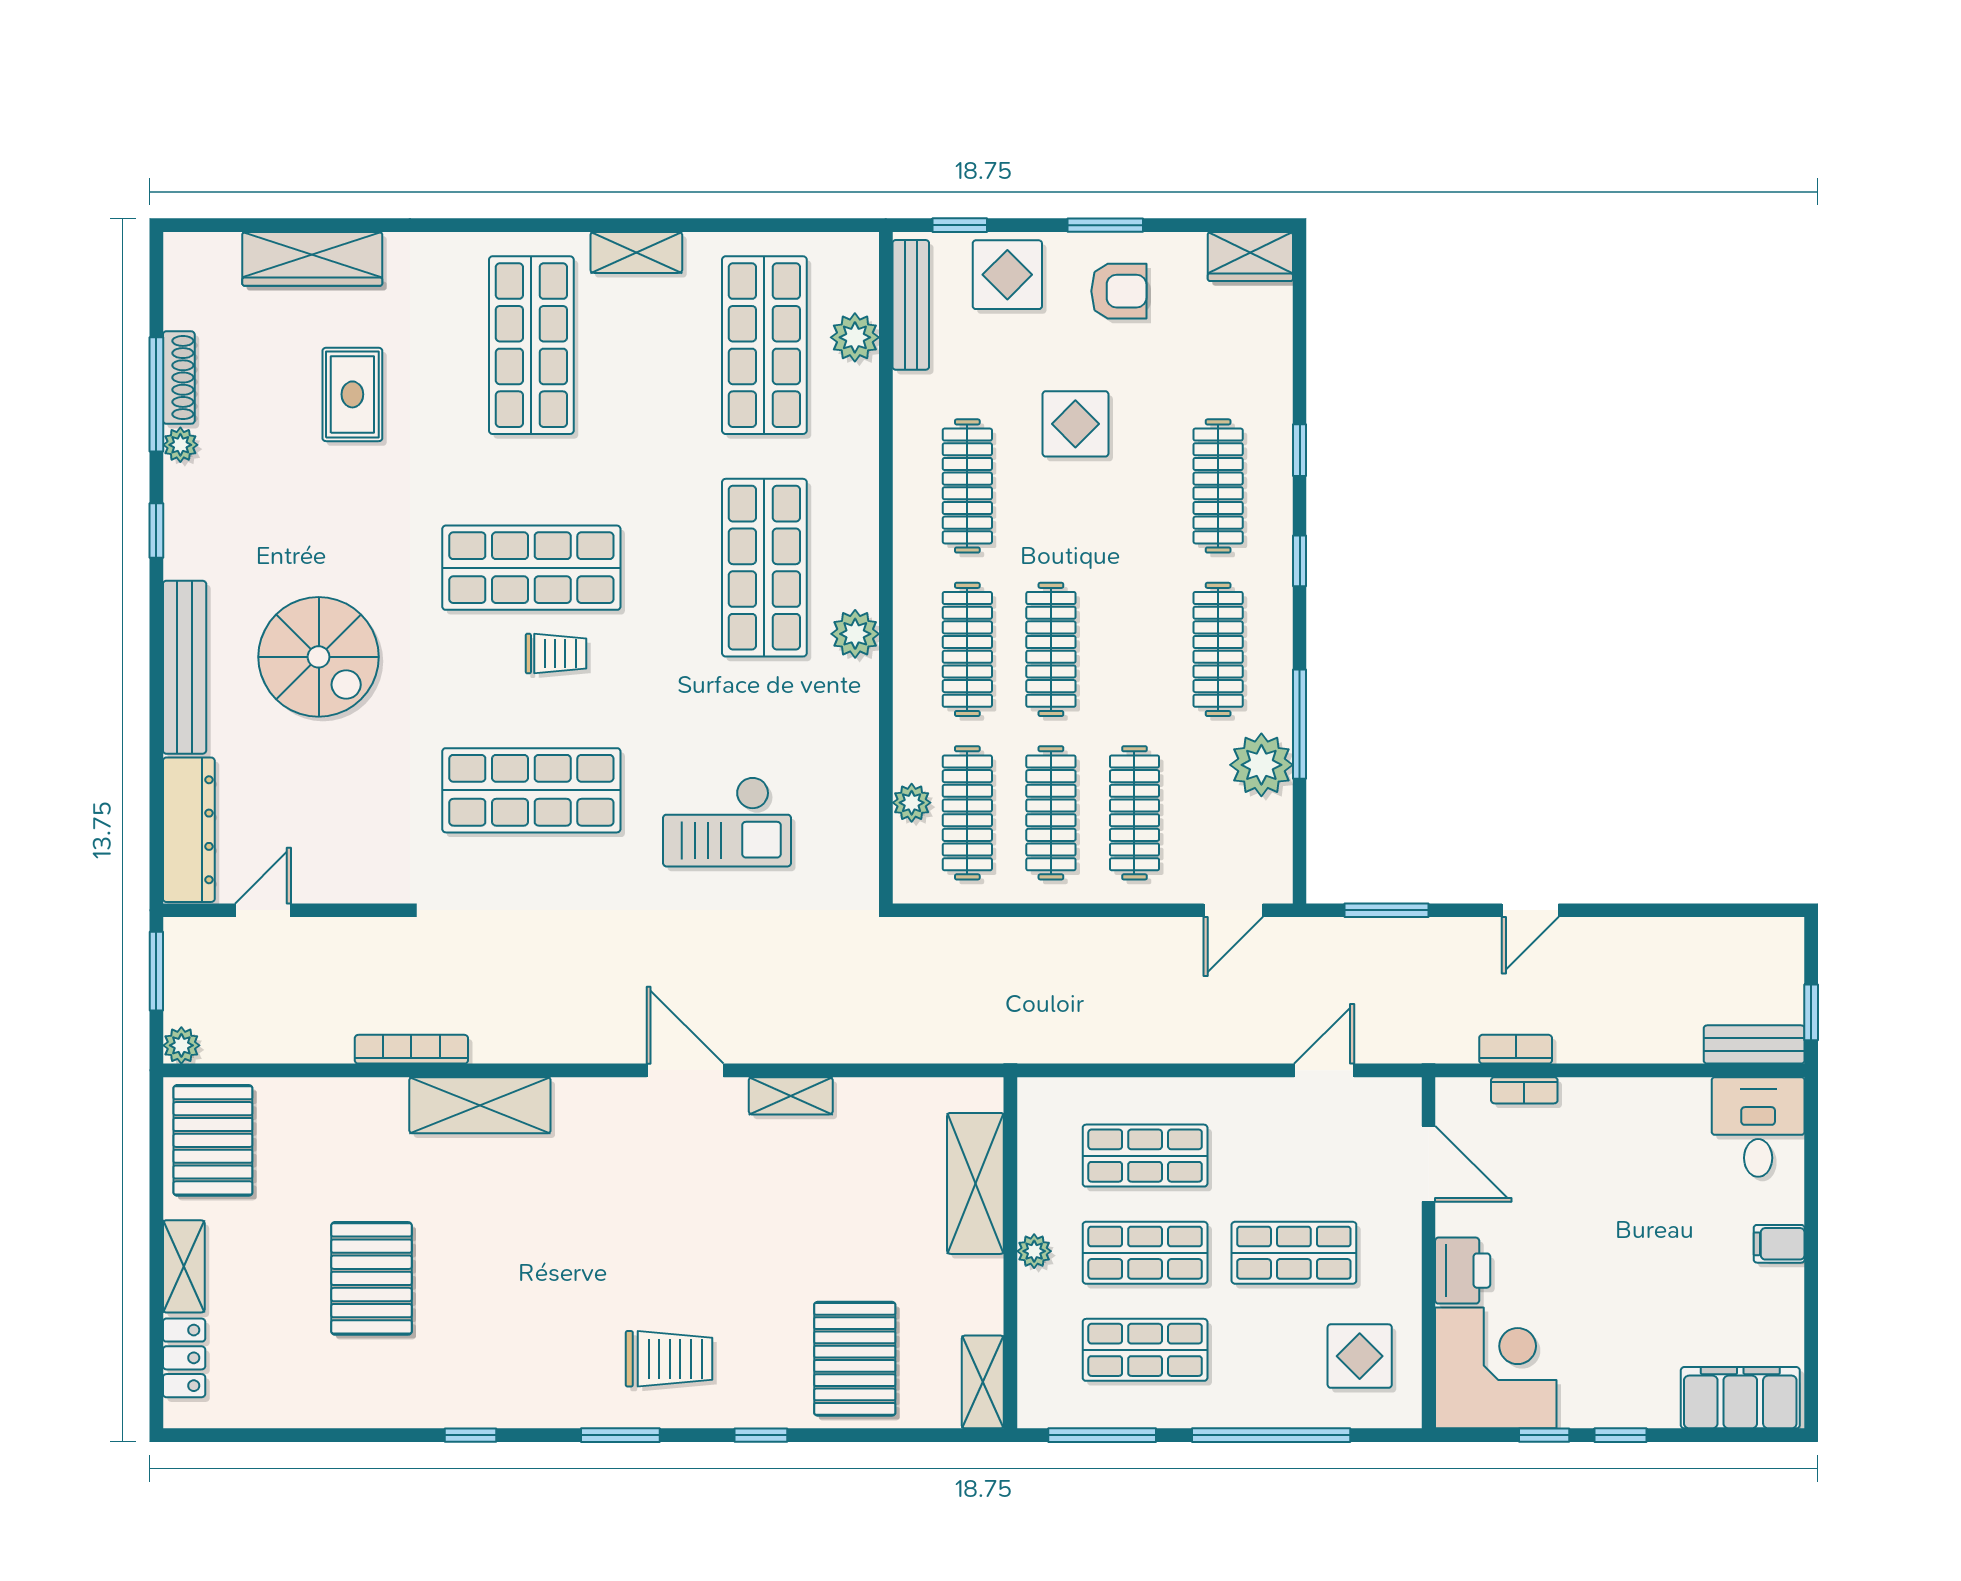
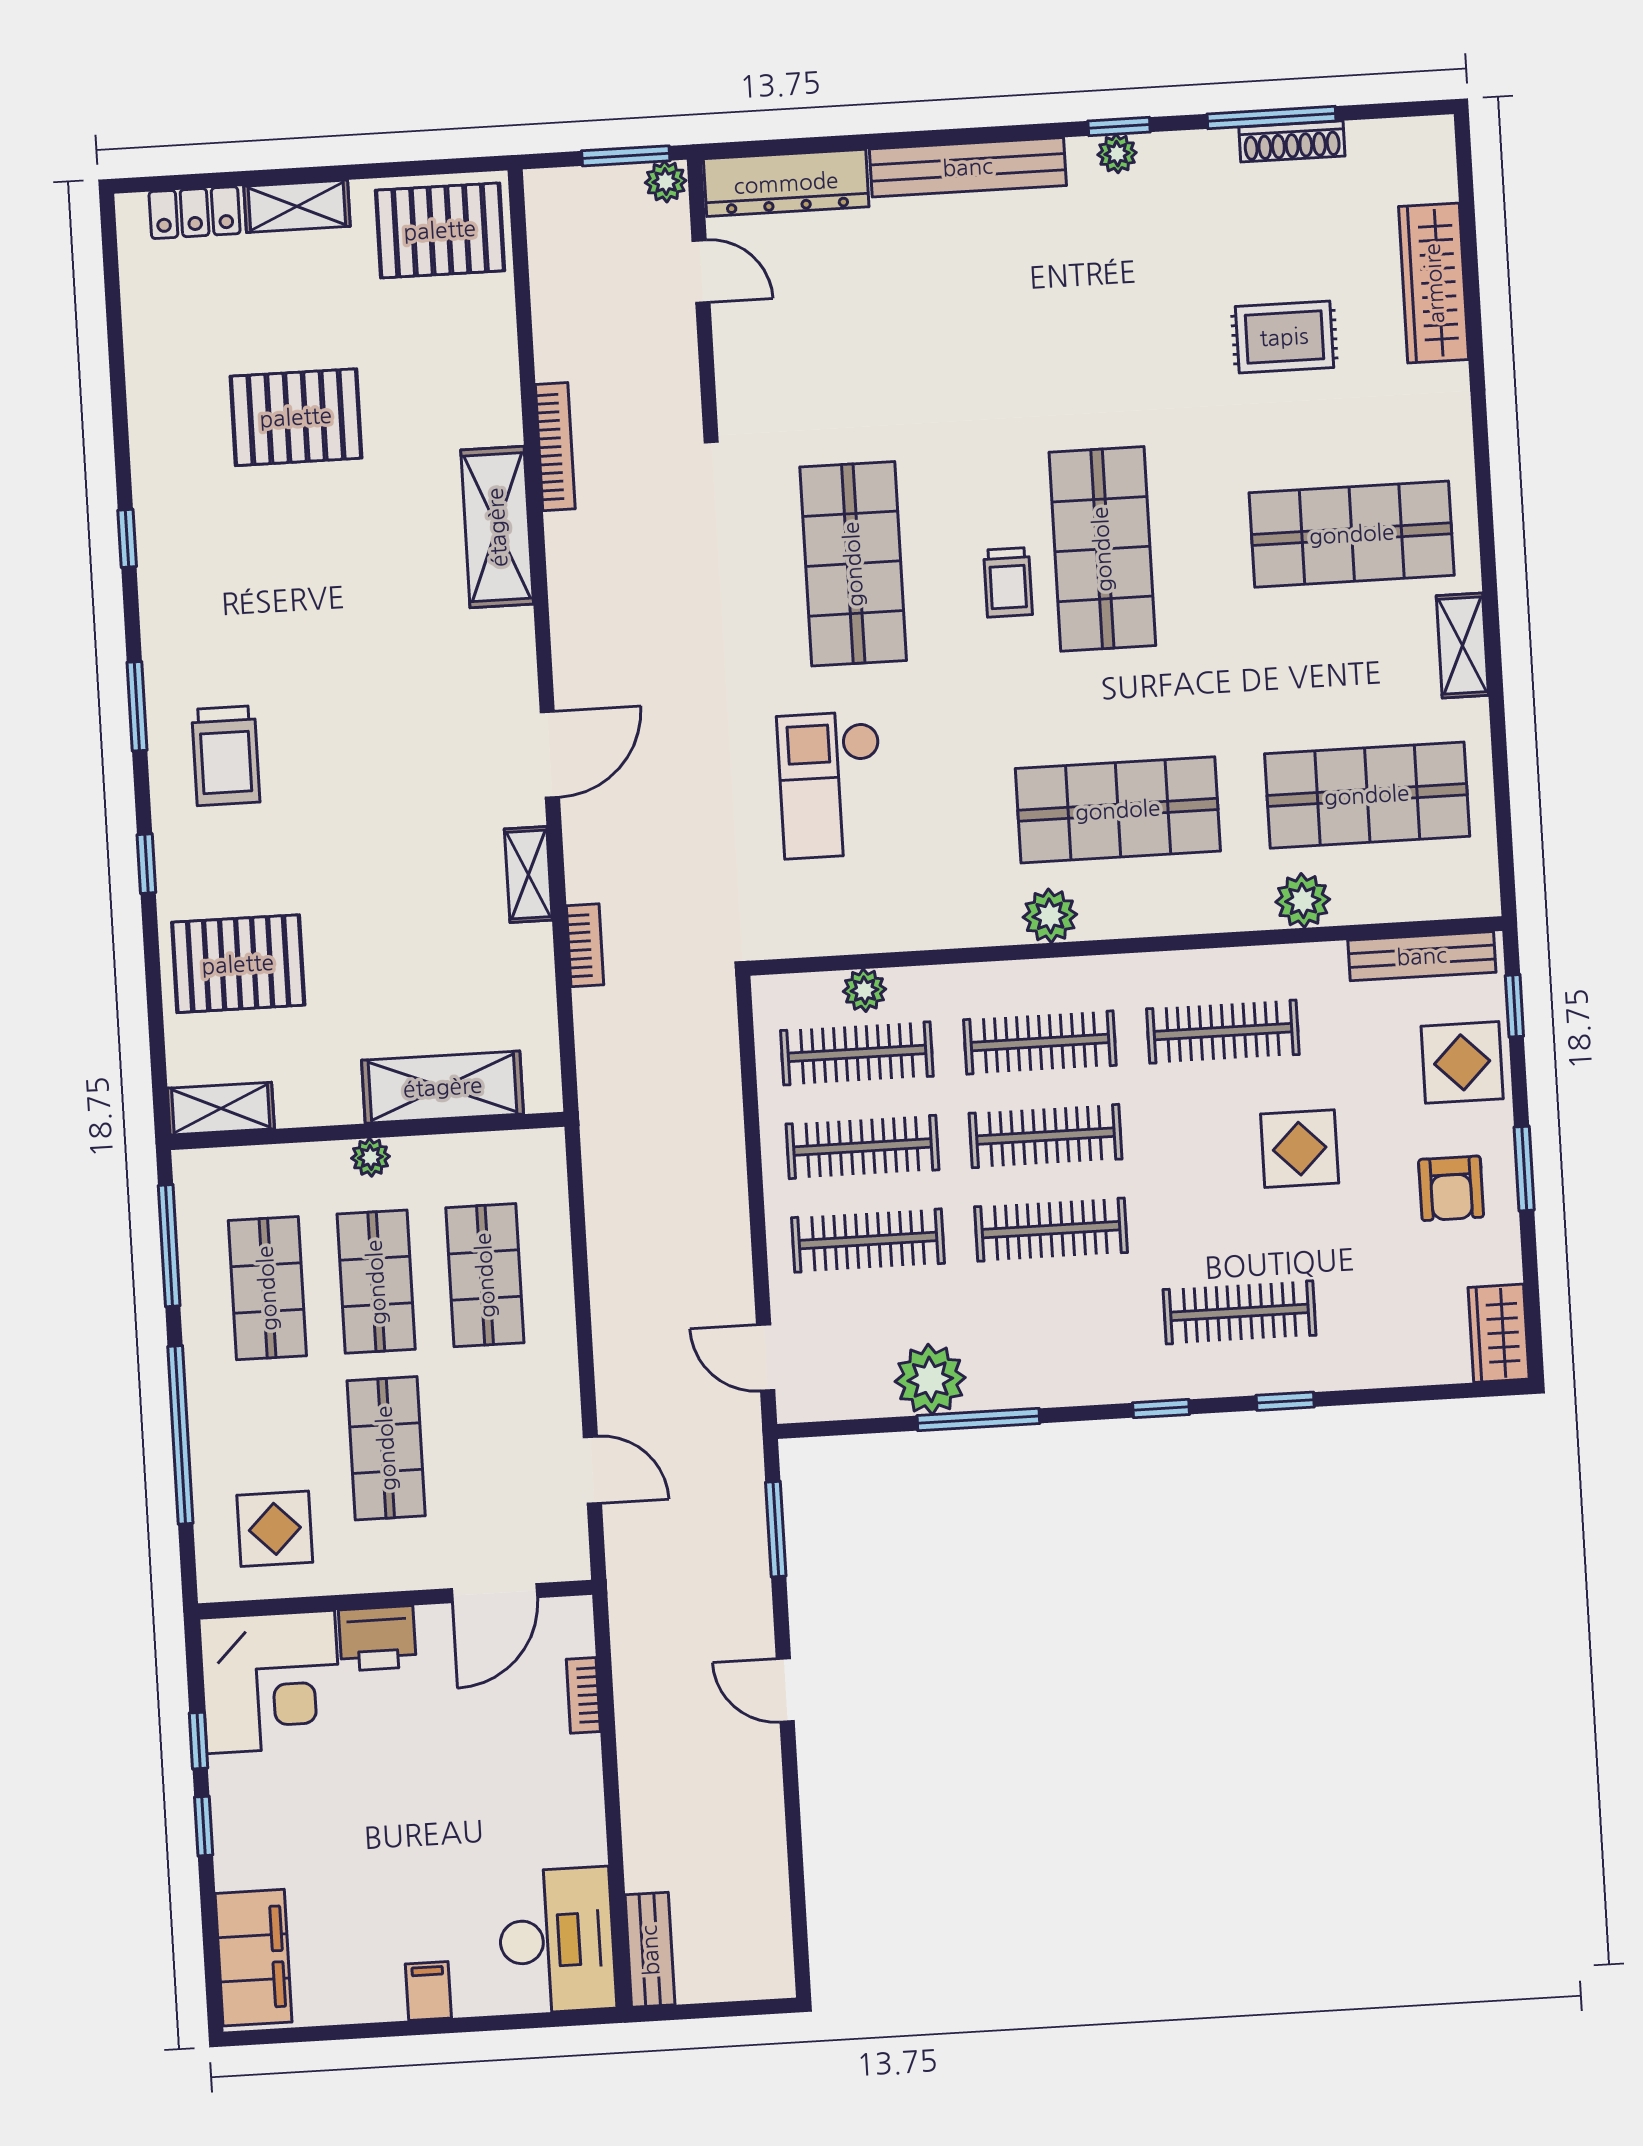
plant: (855, 337) -> (1303, 901), moved
plant: (180, 445) -> (1117, 154), moved
clothes rail: (1218, 649) -> (1051, 1230), moved
spiral stairs: (319, 657) -> (988, 317), removed
window: (1811, 1012) -> (690, 2011), removed
plant: (181, 1045) -> (666, 182), moved
bookcase: (1516, 1049) -> (585, 945), moved
desk: (1758, 1127) -> (557, 1940), width x1.37

